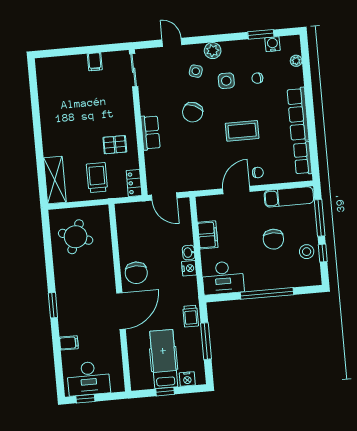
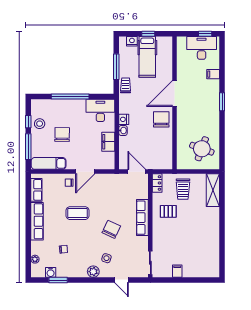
side table: (226, 81) -> (86, 249), removed
row of seats: (150, 133) -> (142, 218), width x1.48

